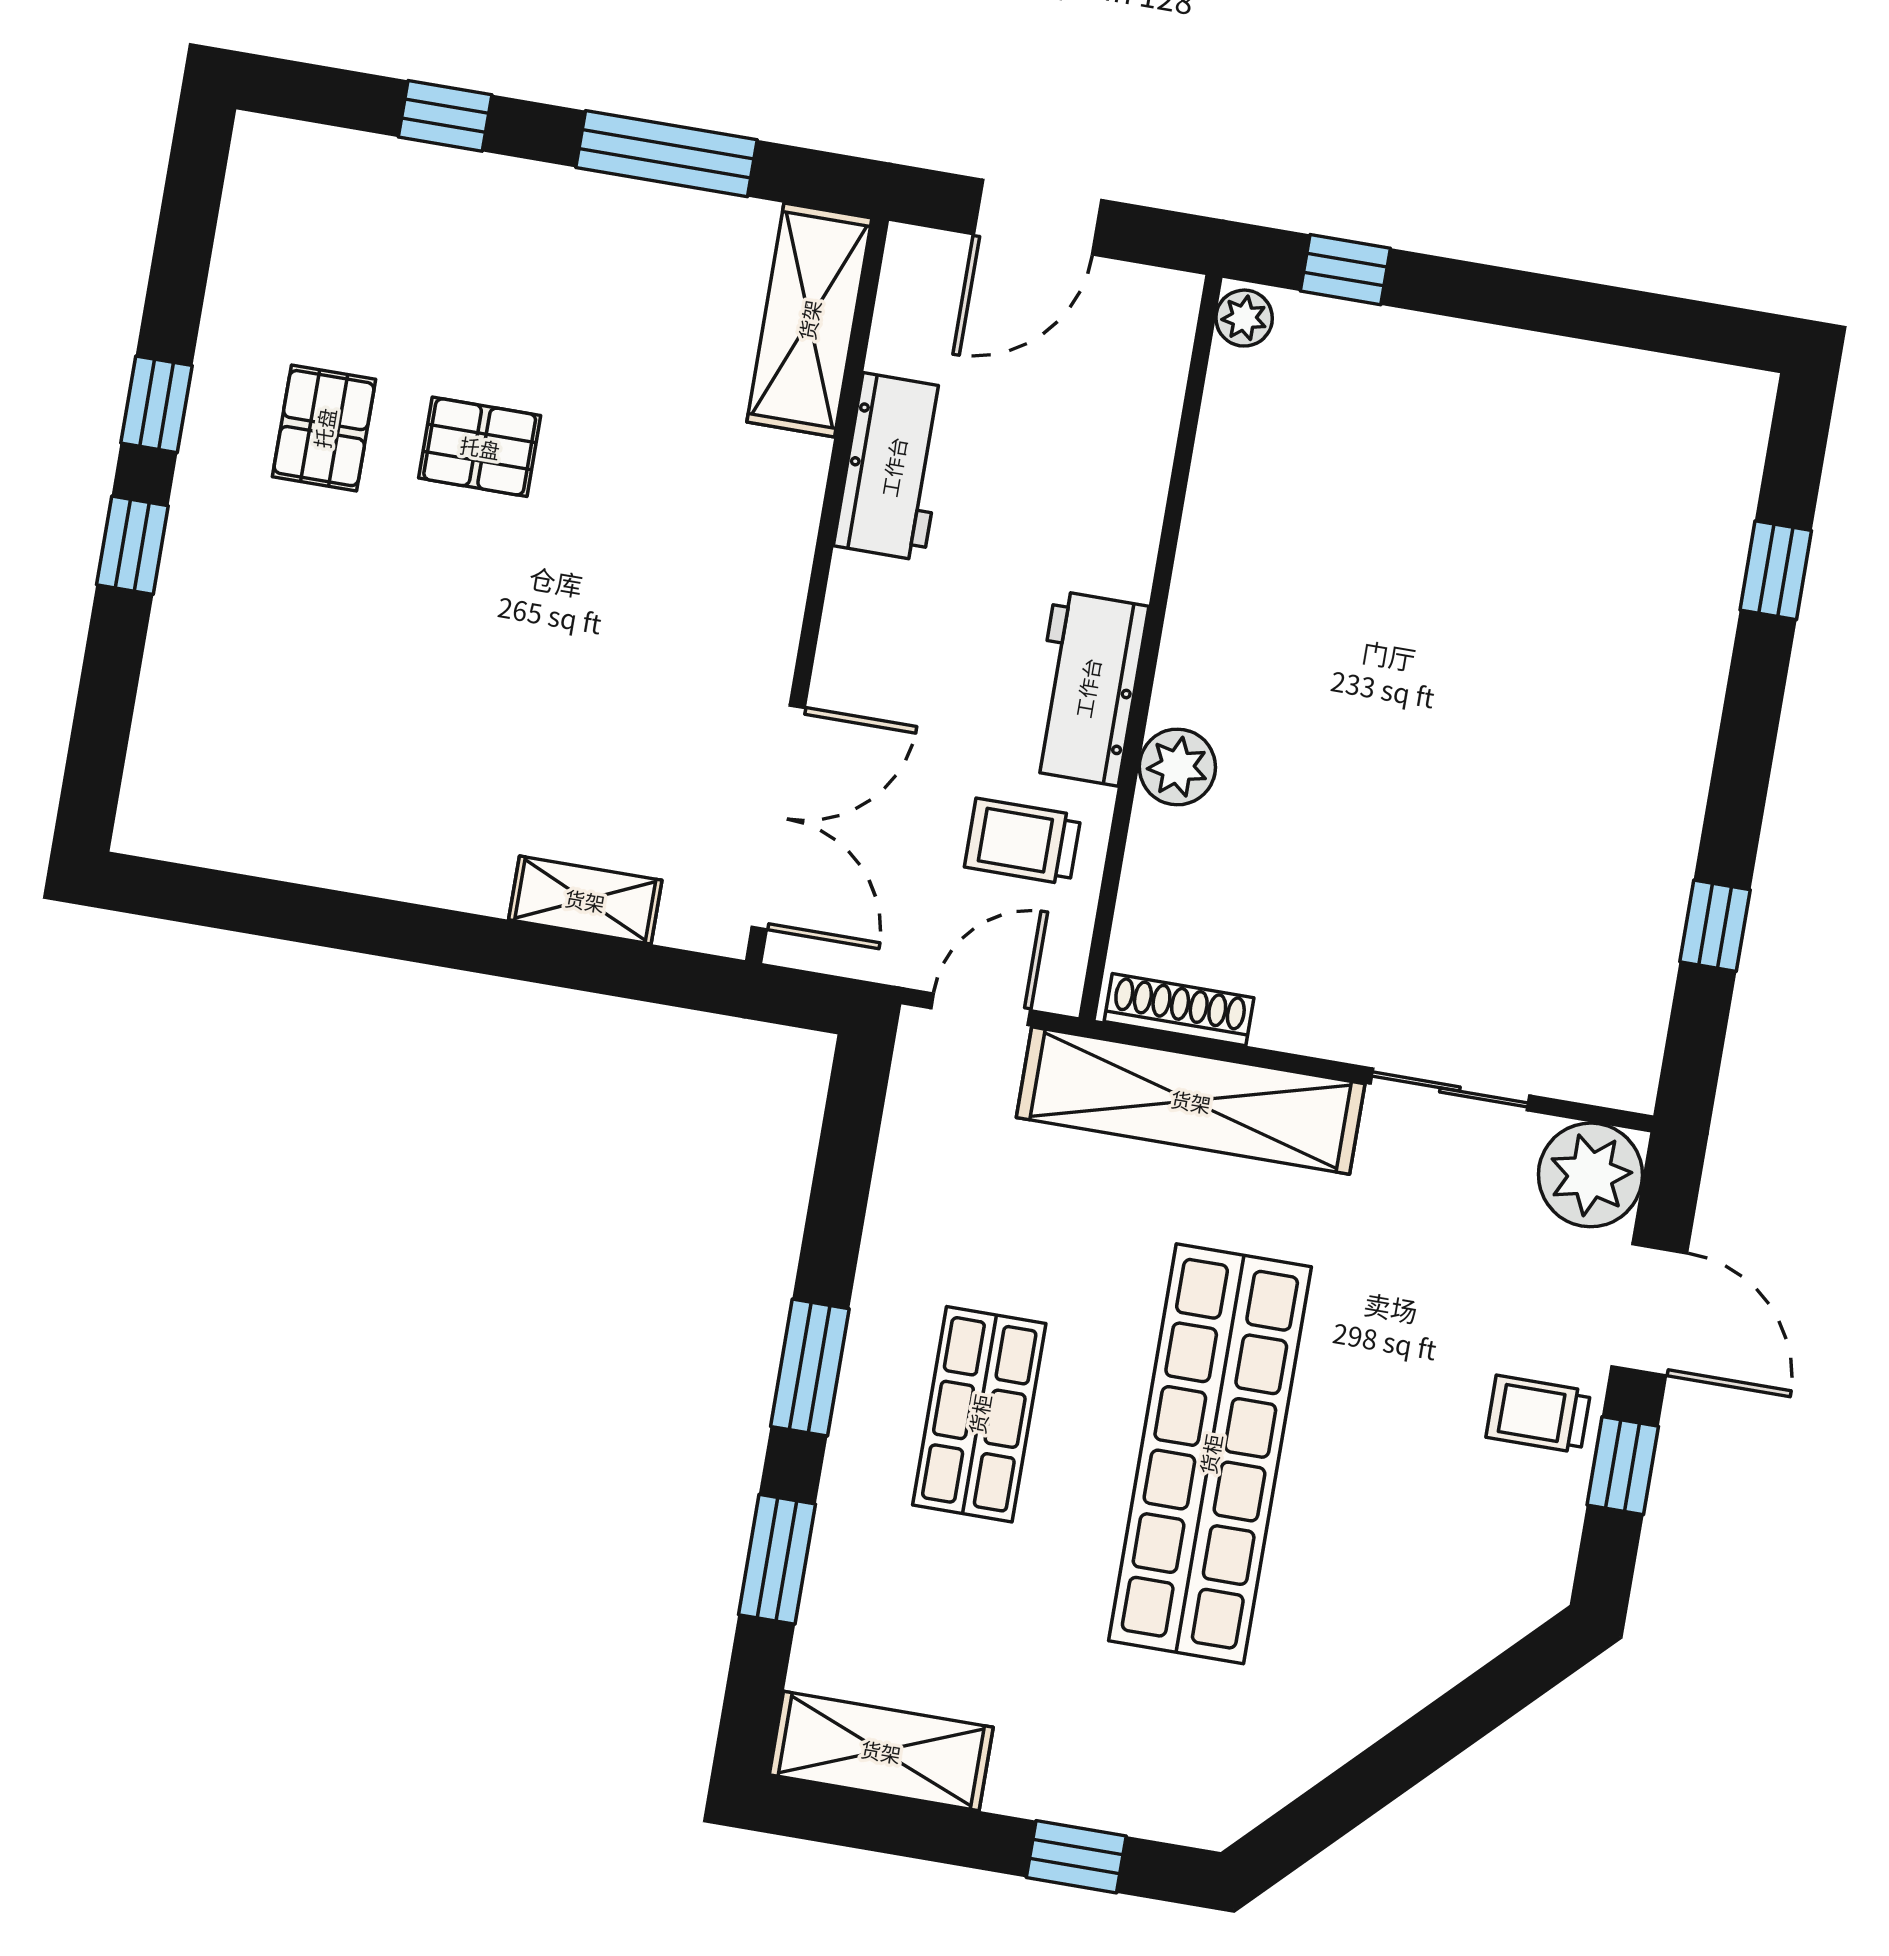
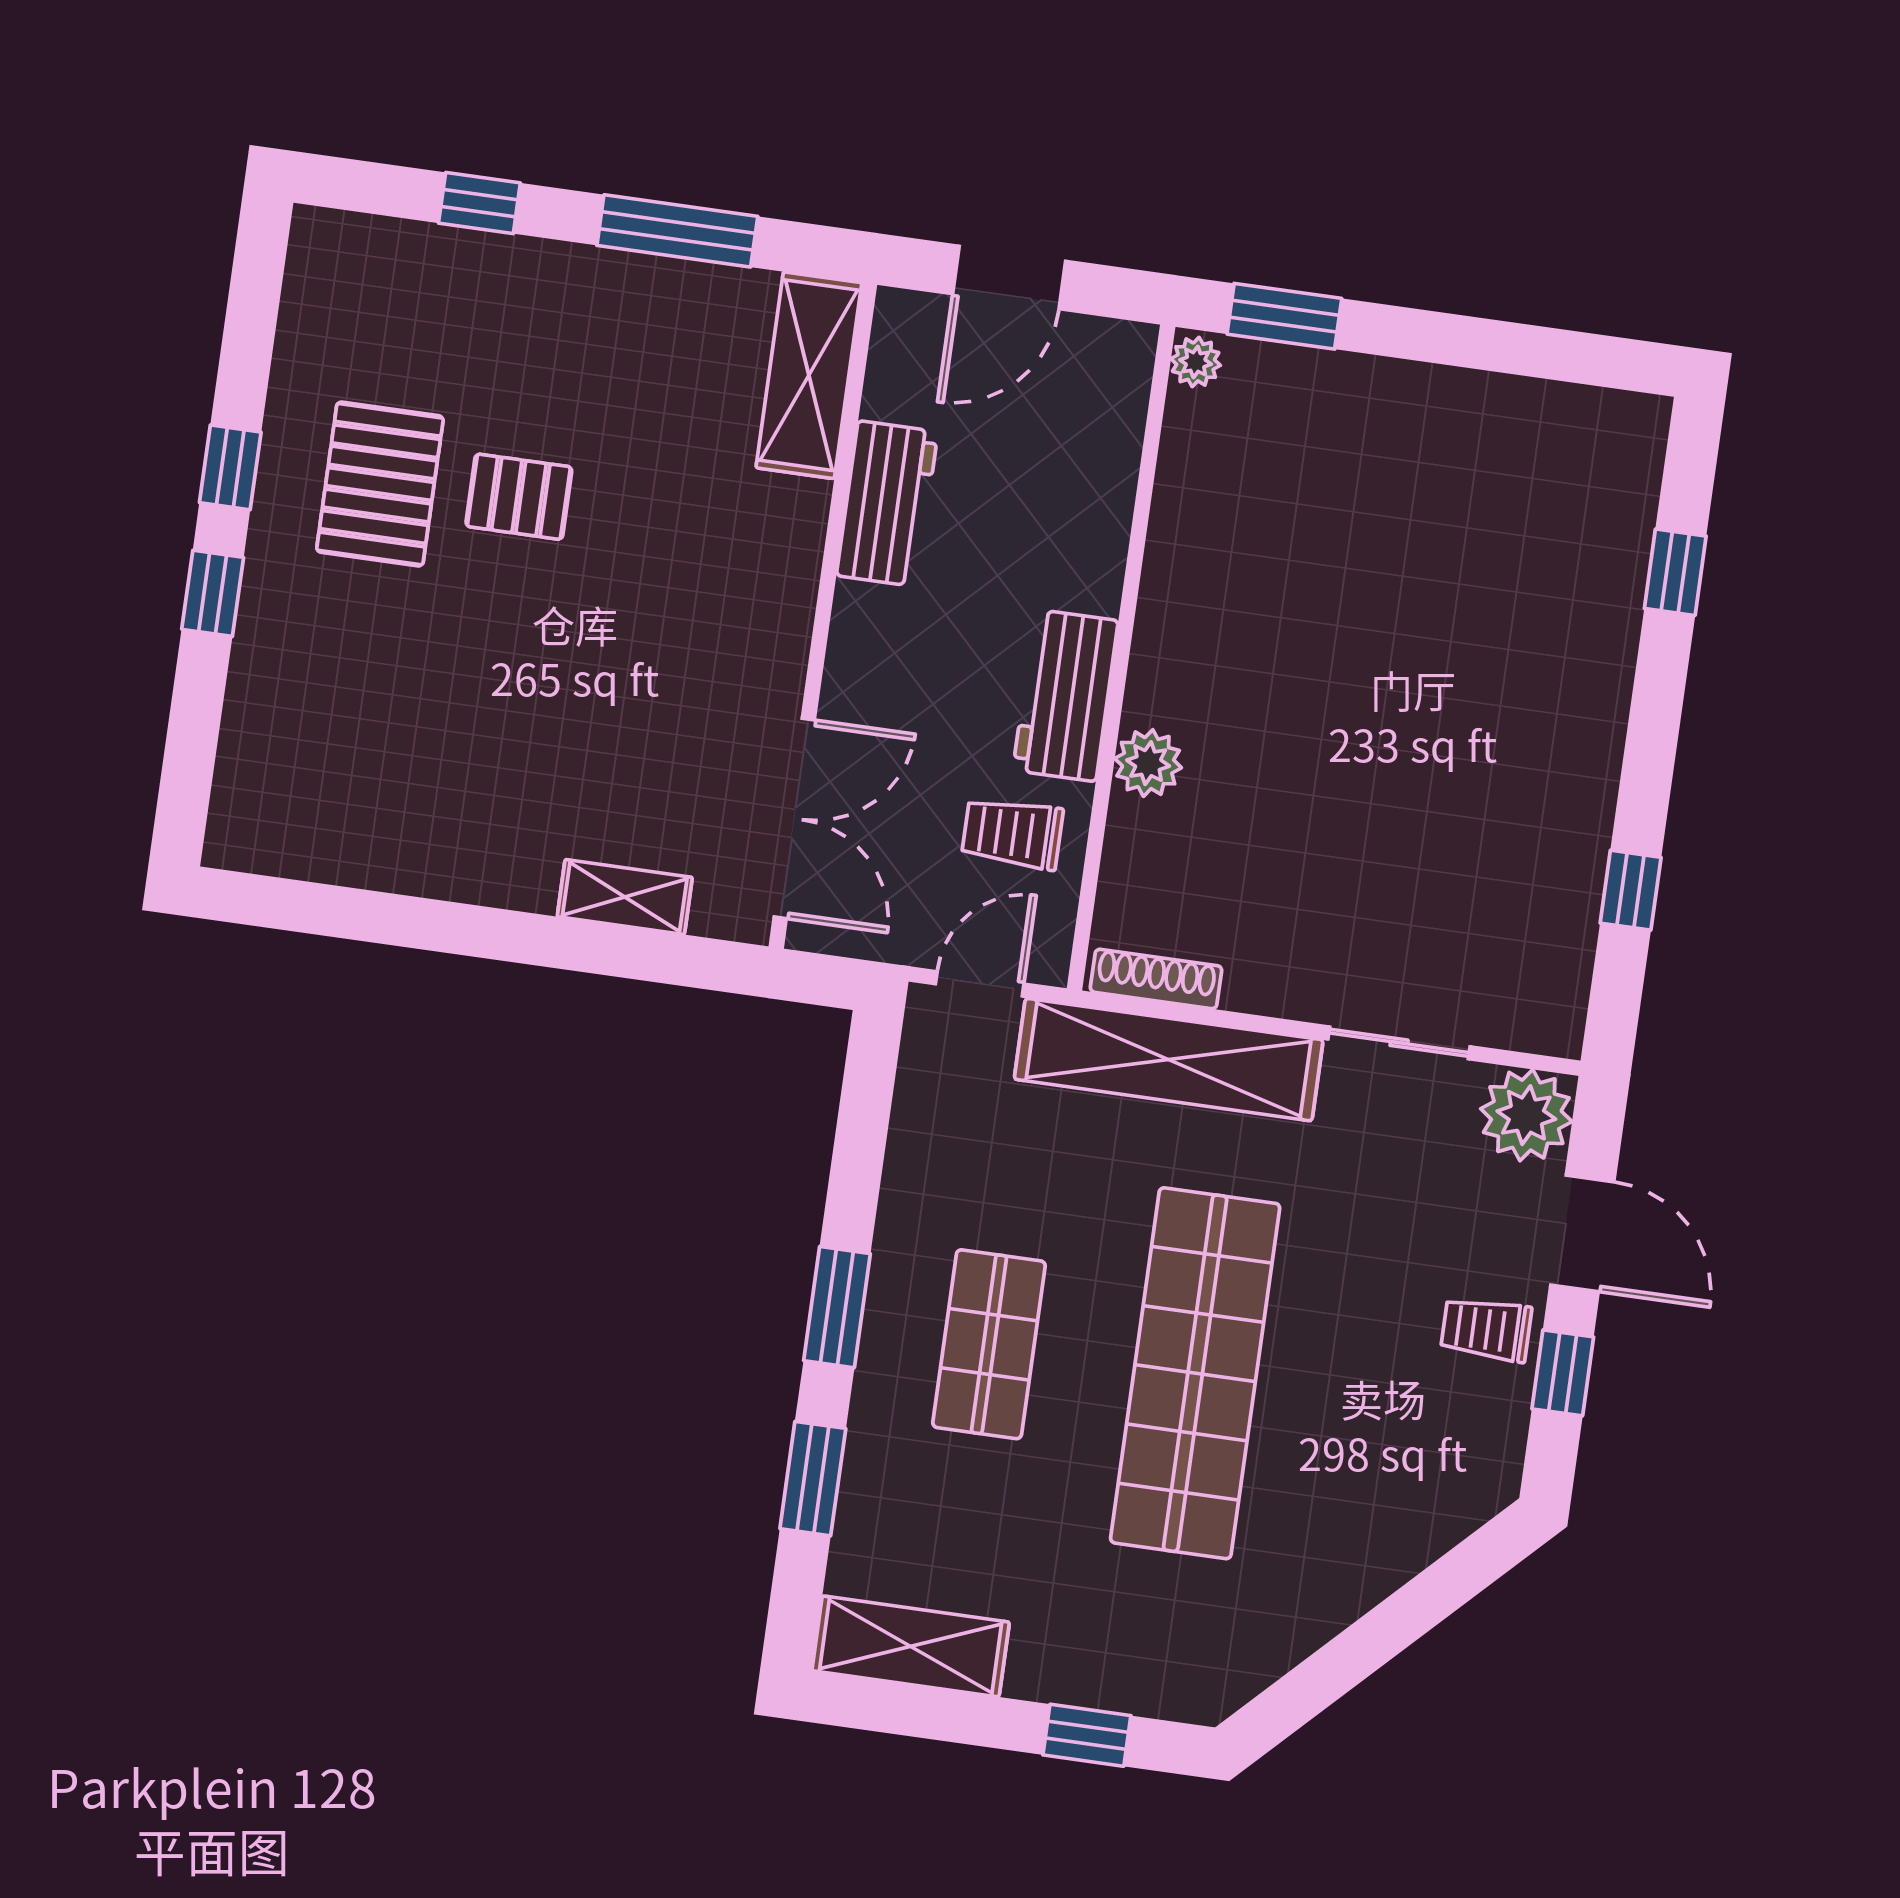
window: (1345, 270) -> (1284, 316), width x1.50
pallet: (324, 428) -> (380, 484), width x1.50, depth x1.42

